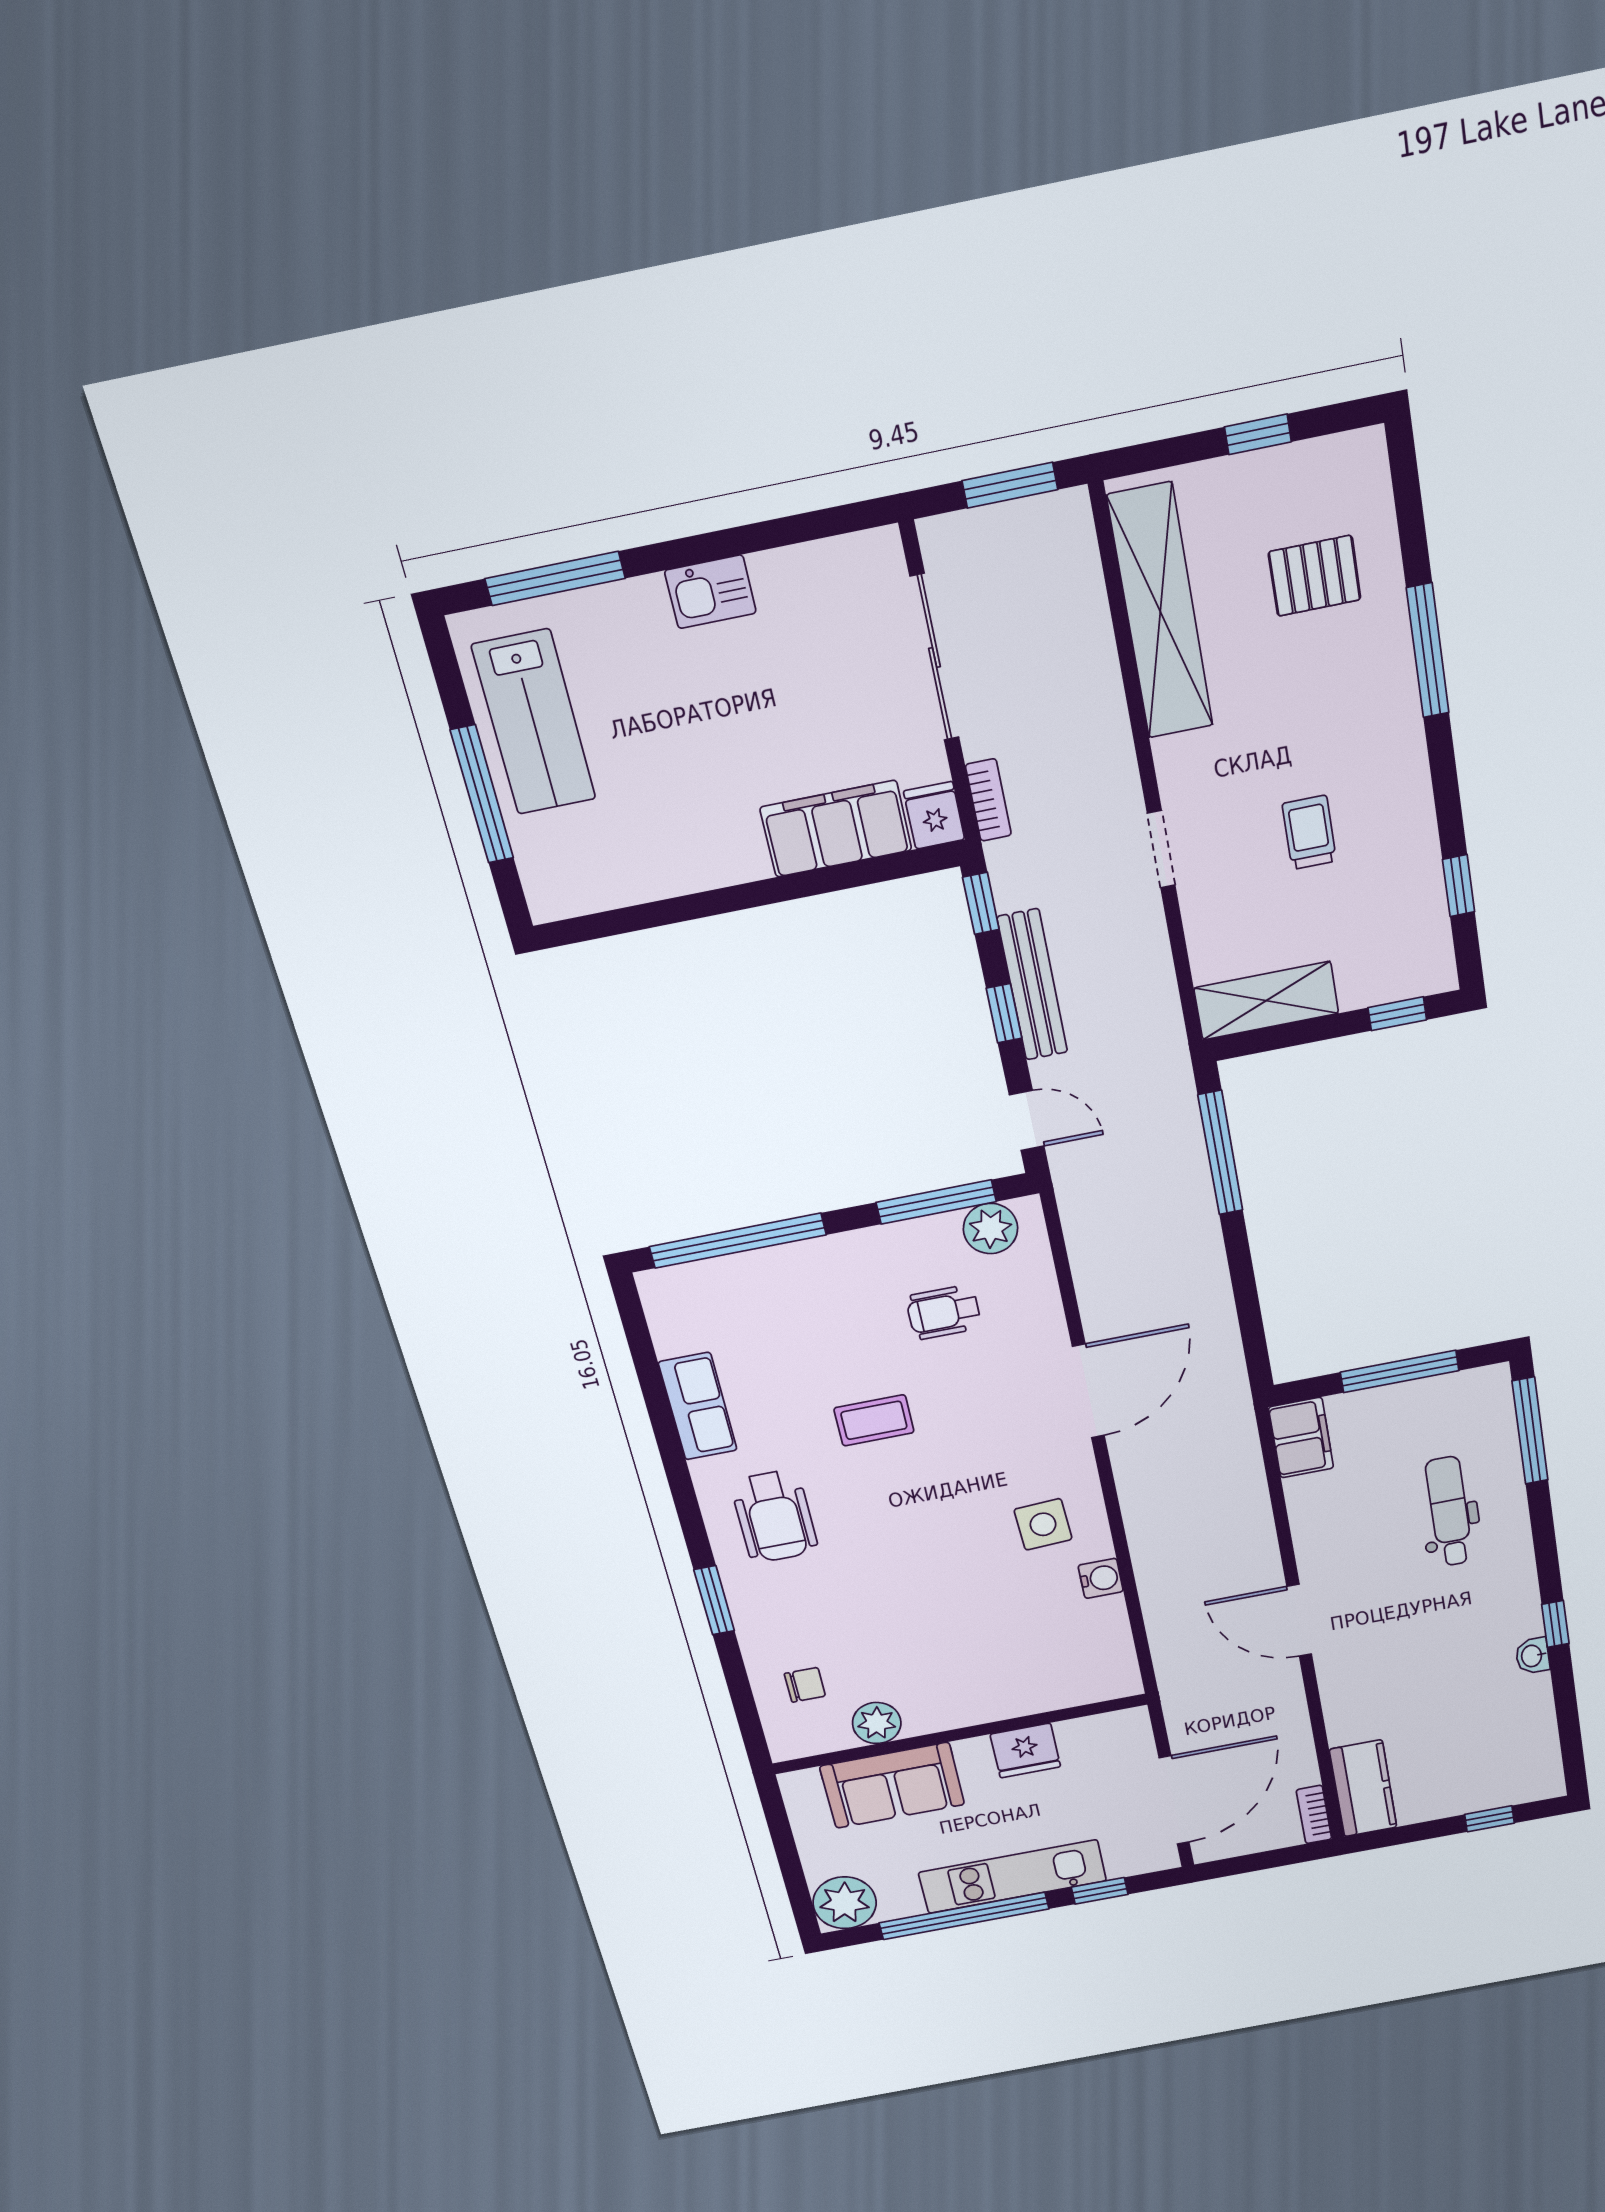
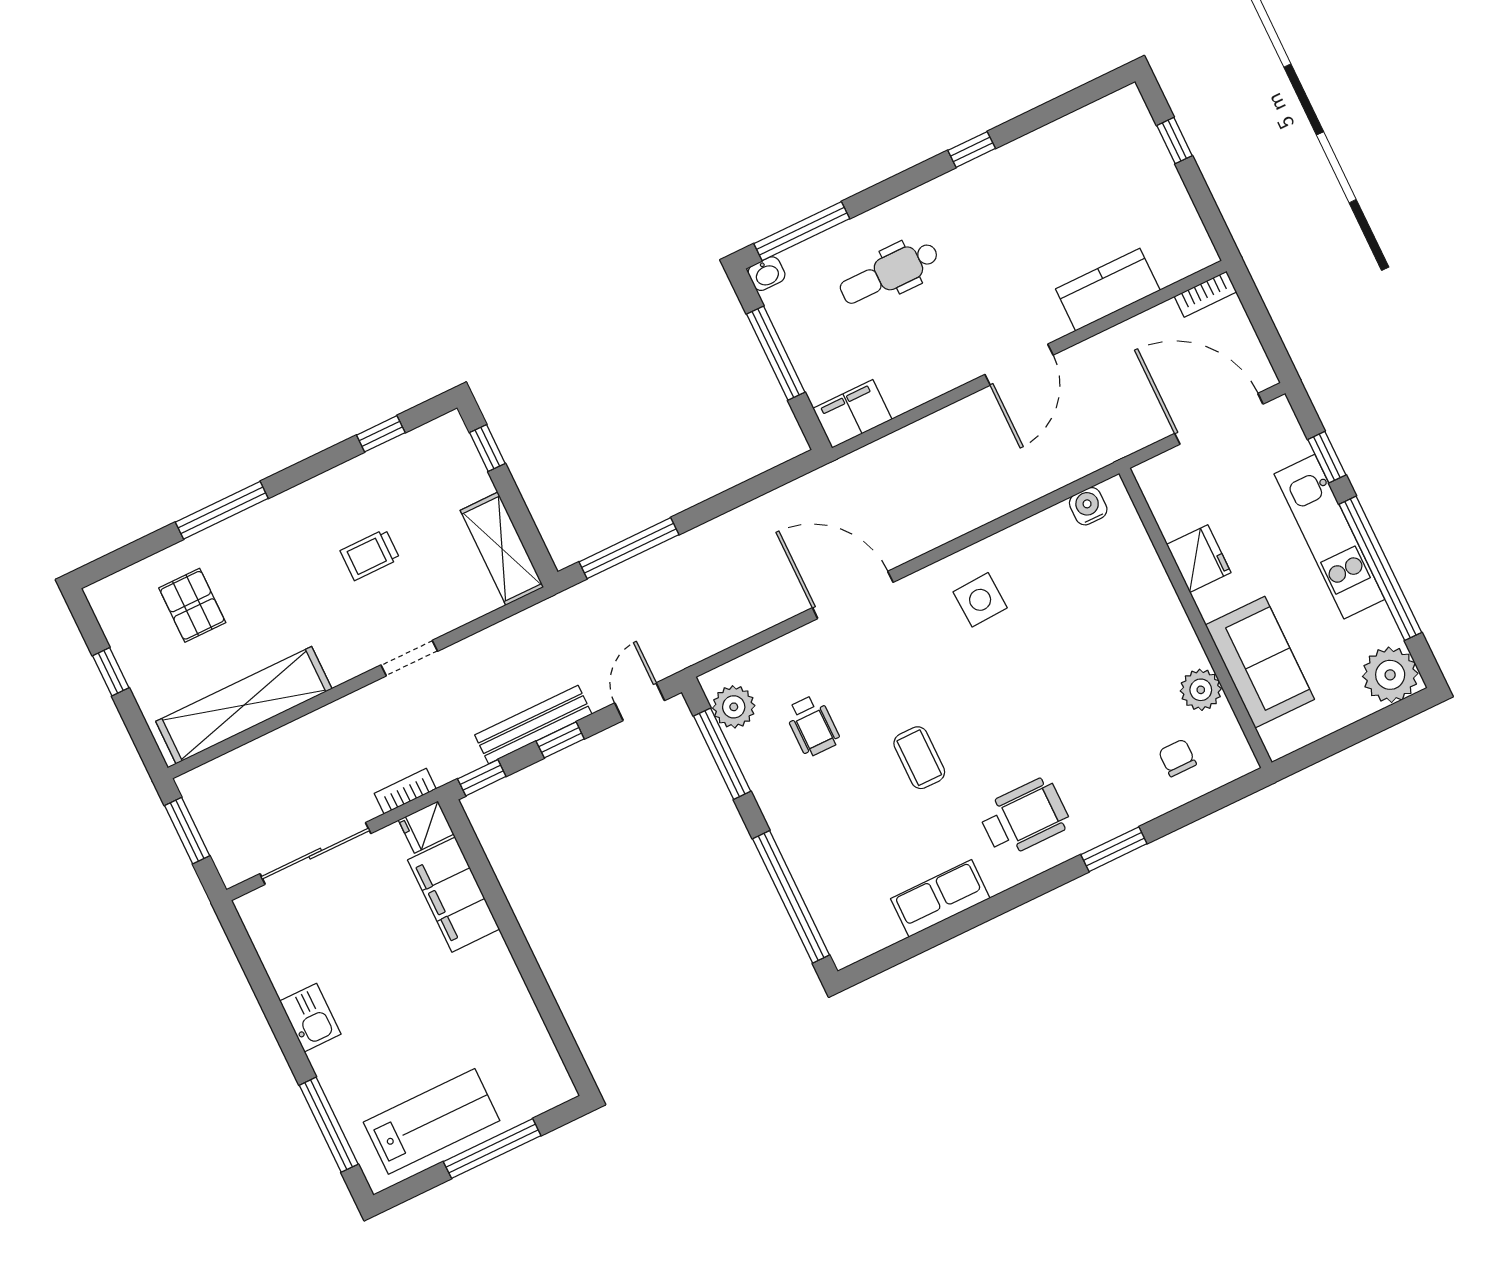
water cooler: (1101, 1578) -> (1088, 506), moved
washbasin: (1532, 1656) -> (767, 274), moved
kitchen counter: (1363, 1788) -> (1108, 290), moved

